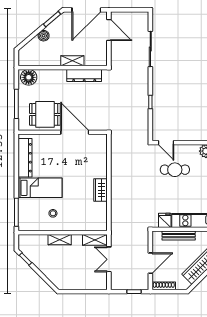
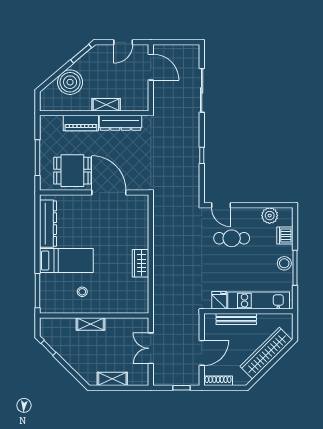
door: (86, 10) -> (123, 42), width x0.53
boiler: (44, 36) -> (70, 82), width x1.86, depth x1.86
piano: (52, 76) -> (81, 123), added
floor lamp: (29, 77) -> (52, 125), removed
shelving: (95, 240) -> (112, 379), moved

